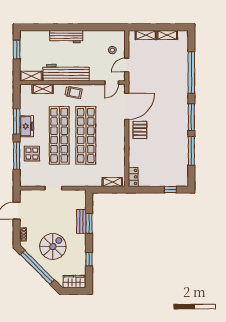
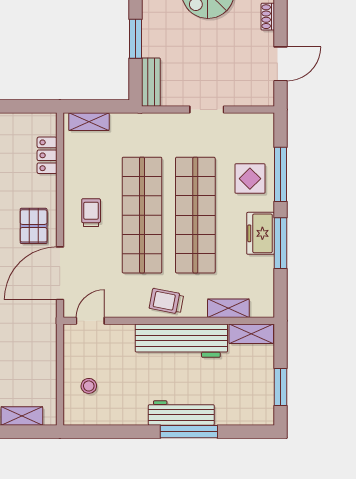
window: (62, 27) -> (189, 432), added
door: (127, 65) -> (60, 356), removed
trolley: (111, 137) -> (91, 213), added
locker: (133, 177) -> (47, 155), moved
bench: (81, 221) -> (151, 82), moved

